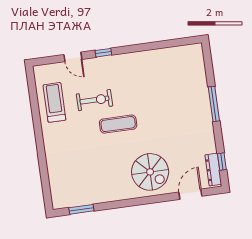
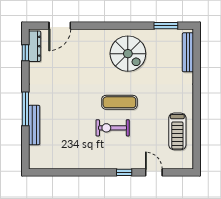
bench: (203, 89) -> (34, 125), added
exercise bike: (95, 100) -> (113, 128), moved
spiral stairs: (150, 172) -> (128, 54), moved, turned 180
bench: (55, 185) -> (188, 52), added

